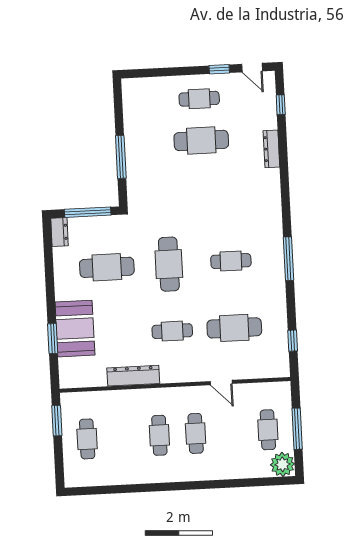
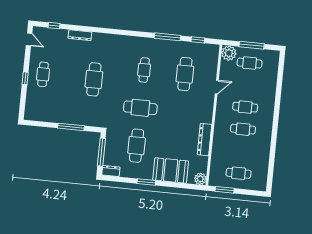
door: (252, 68) -> (29, 39), hinge flipped
window: (219, 69) -> (25, 78), moved
cafe table: (201, 140) -> (94, 79), moved
window: (288, 259) -> (167, 37), moved
cafe table: (172, 331) -> (181, 112), removed
window: (53, 339) -> (146, 182), moved
plant: (69, 378) -> (200, 179), added
plant: (282, 464) -> (229, 53), moved

